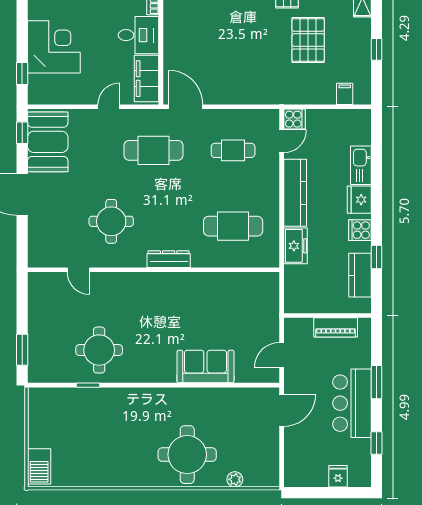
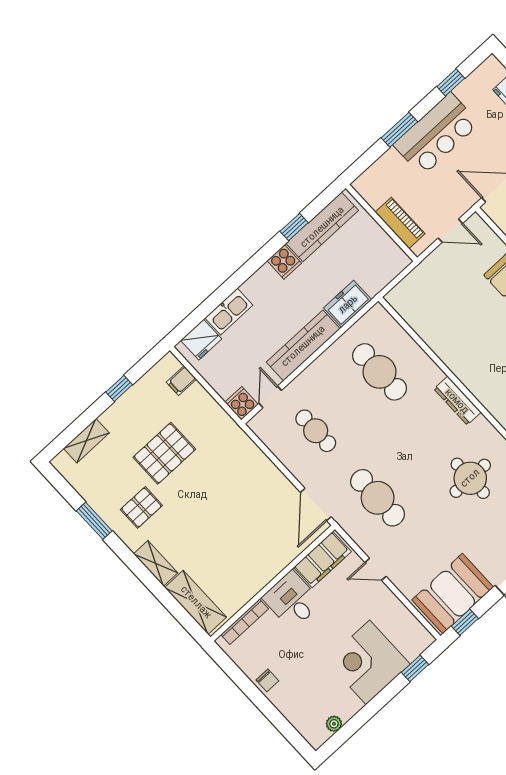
door: (282, 141) -> (270, 397), hinge flipped
fridge: (359, 200) -> (201, 340), moved
kitchen counter: (360, 275) -> (322, 227), width x1.50
piano: (336, 327) -> (400, 223), moved

